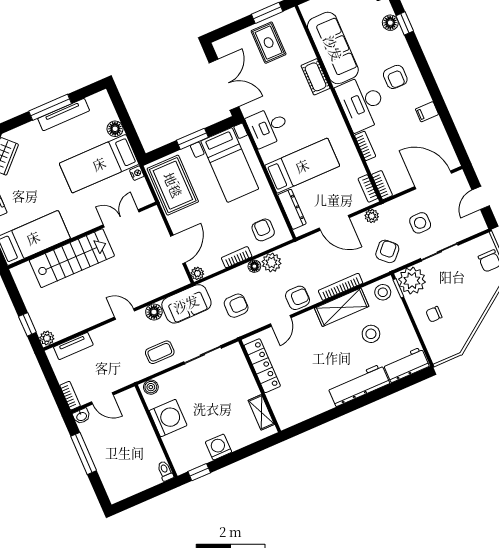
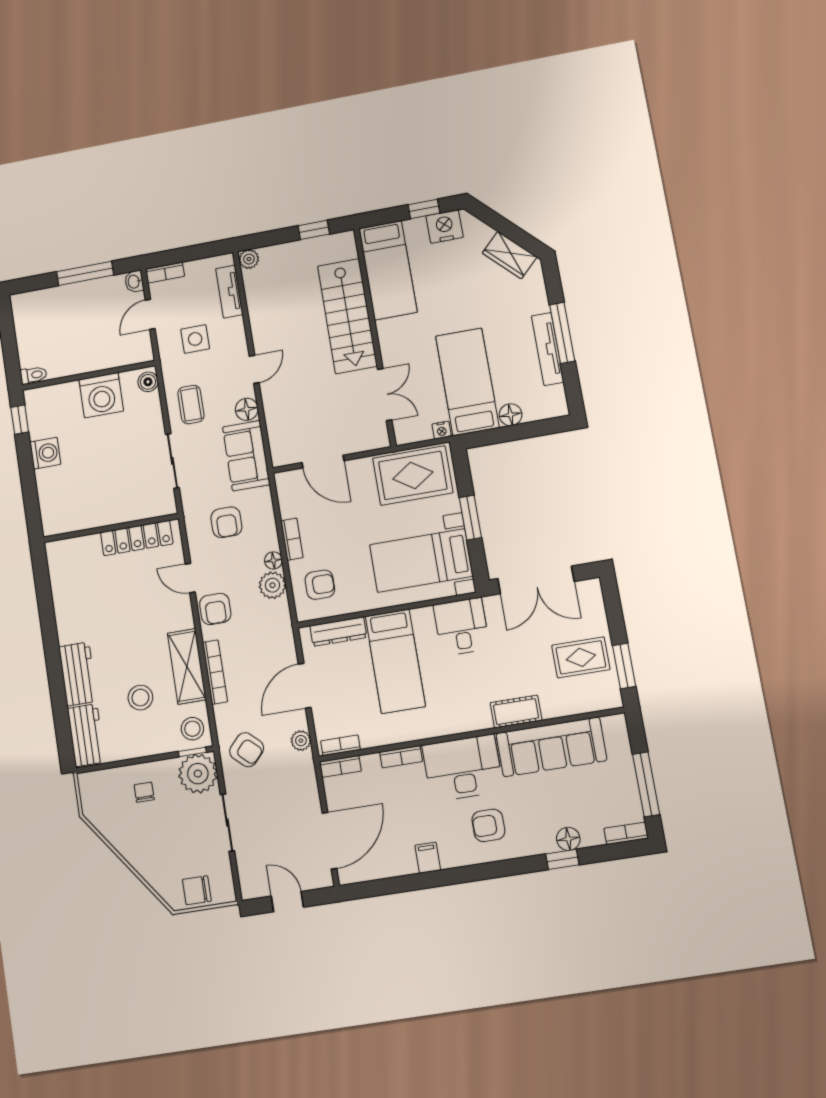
side table: (420, 223) -> (195, 339), moved
plant: (197, 273) -> (284, 480), removed
window: (27, 324) -> (314, 230), moved
workbench: (359, 385) -> (78, 674), width x0.73
shelving: (261, 412) -> (75, 522), removed

